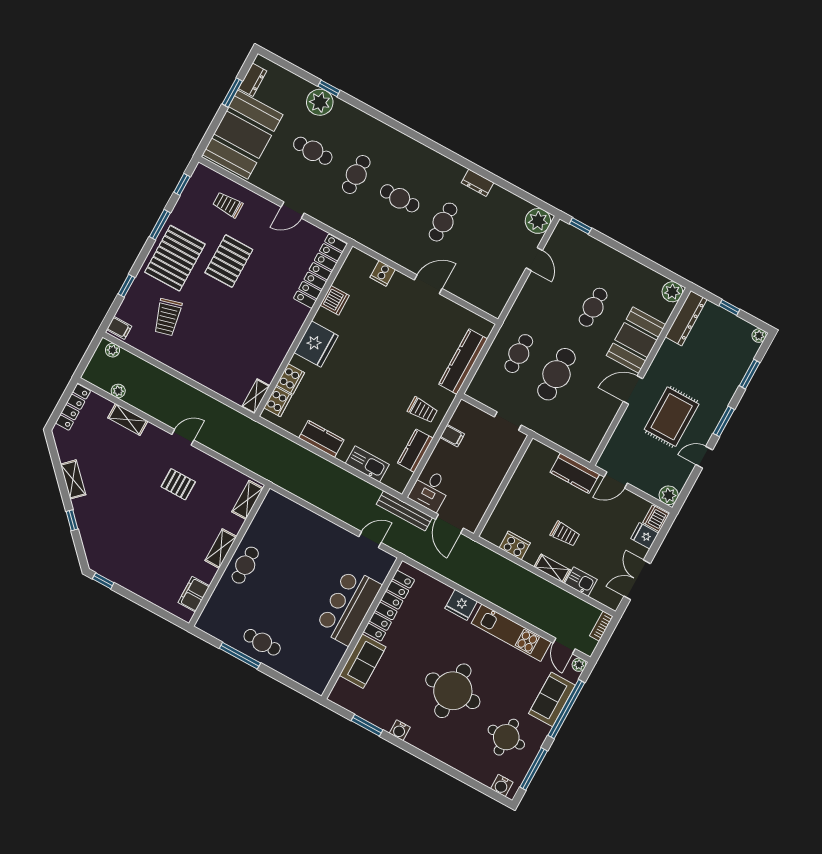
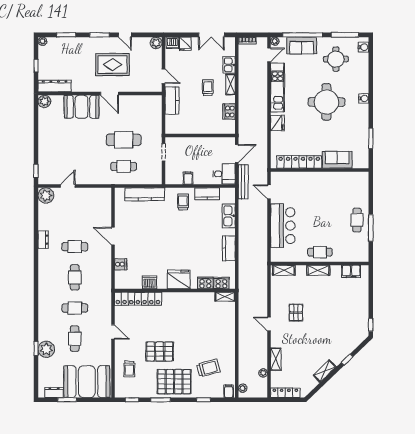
cafe table: (593, 307) -> (76, 140), removed
bar counter: (348, 607) -> (283, 226), moved, turned -90
water cooler: (400, 730) -> (364, 98), moved

